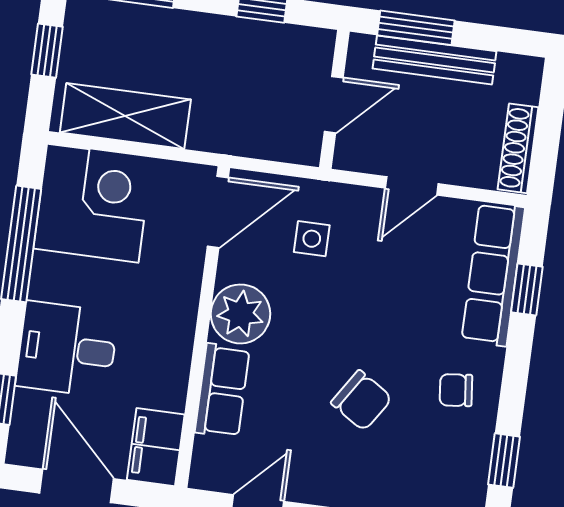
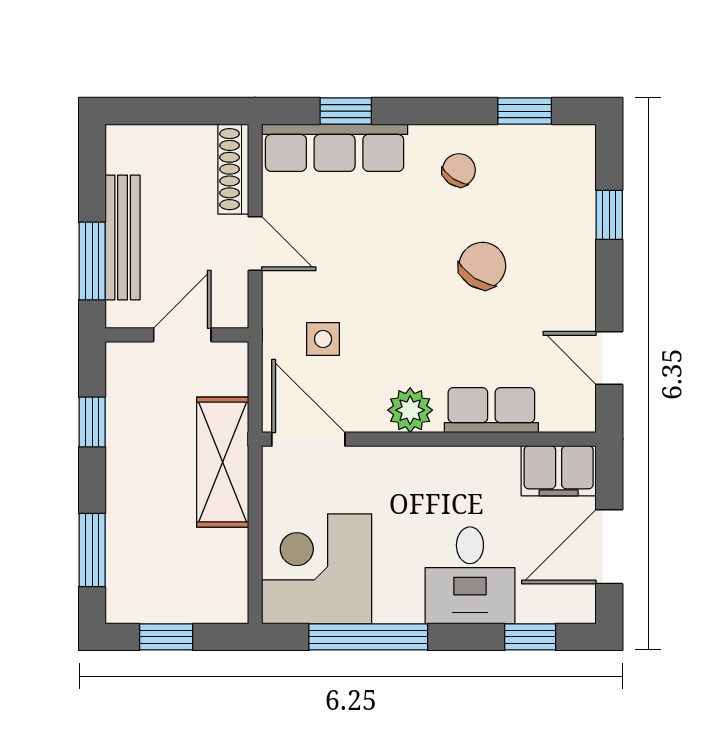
door: (334, 105) -> (182, 335), hinge flipped
shelving: (125, 116) -> (223, 462), moved
shoe rack: (518, 148) -> (233, 169), moved, turned 90
plant: (240, 314) -> (410, 410), width x0.73, depth x0.73
chair: (456, 390) -> (459, 170), turned -140

